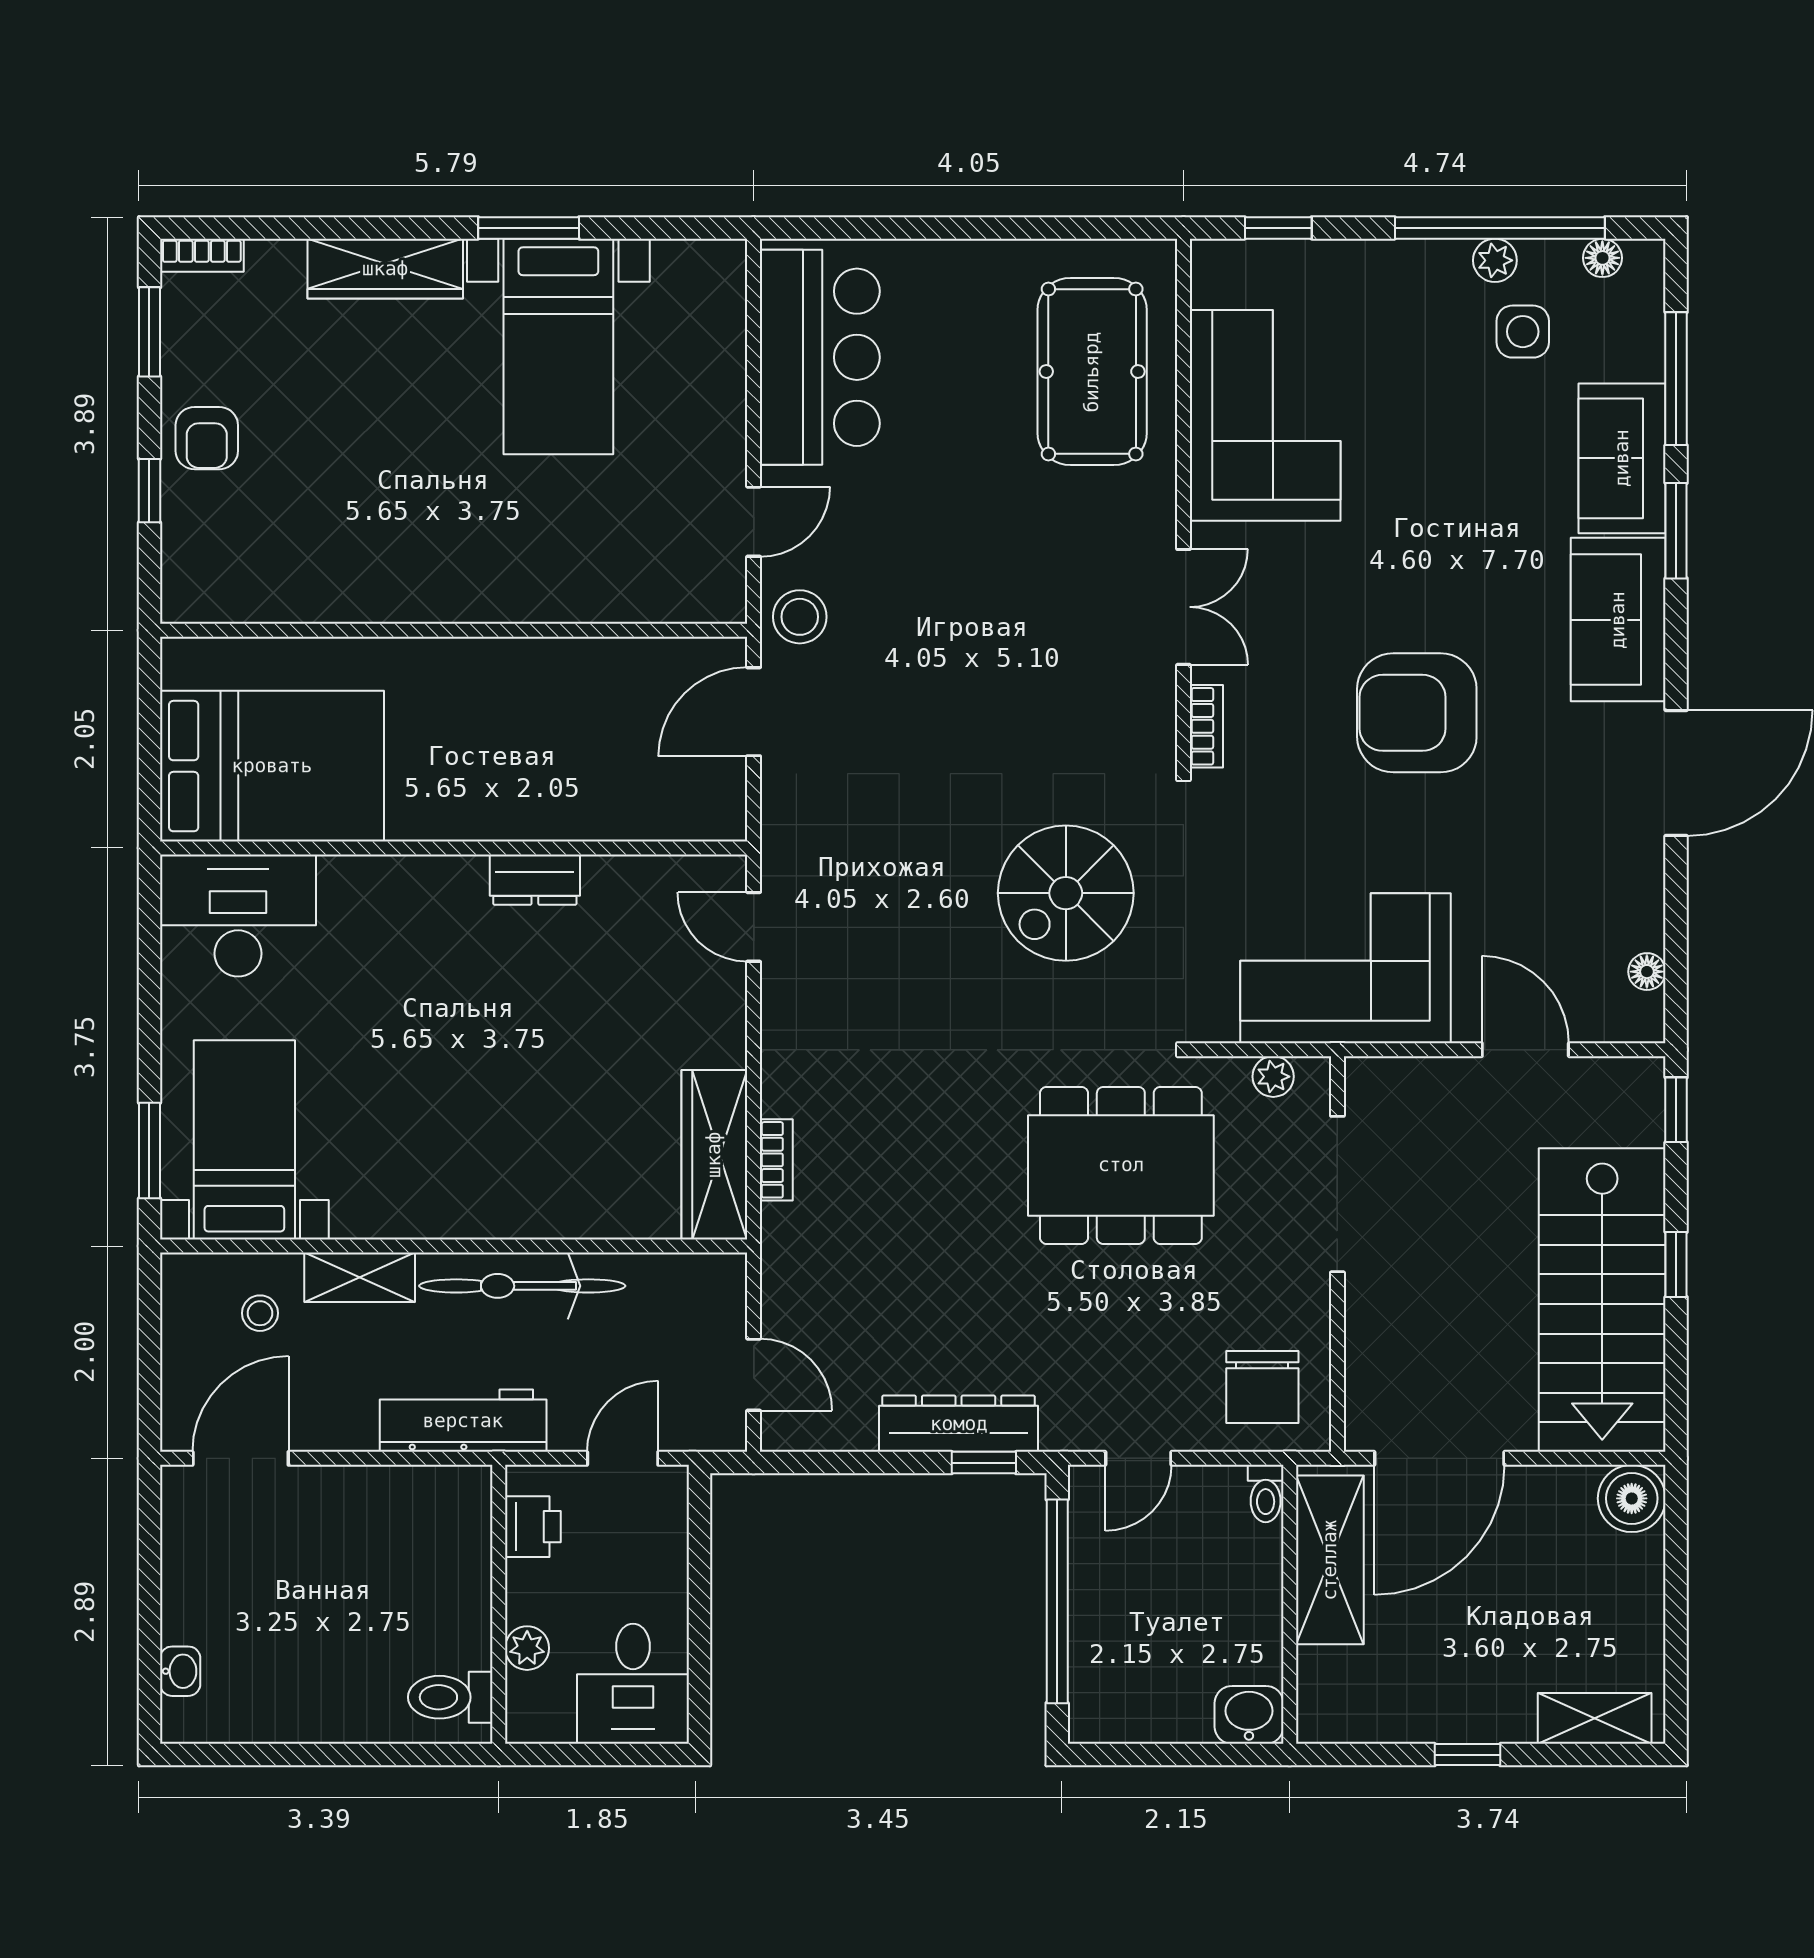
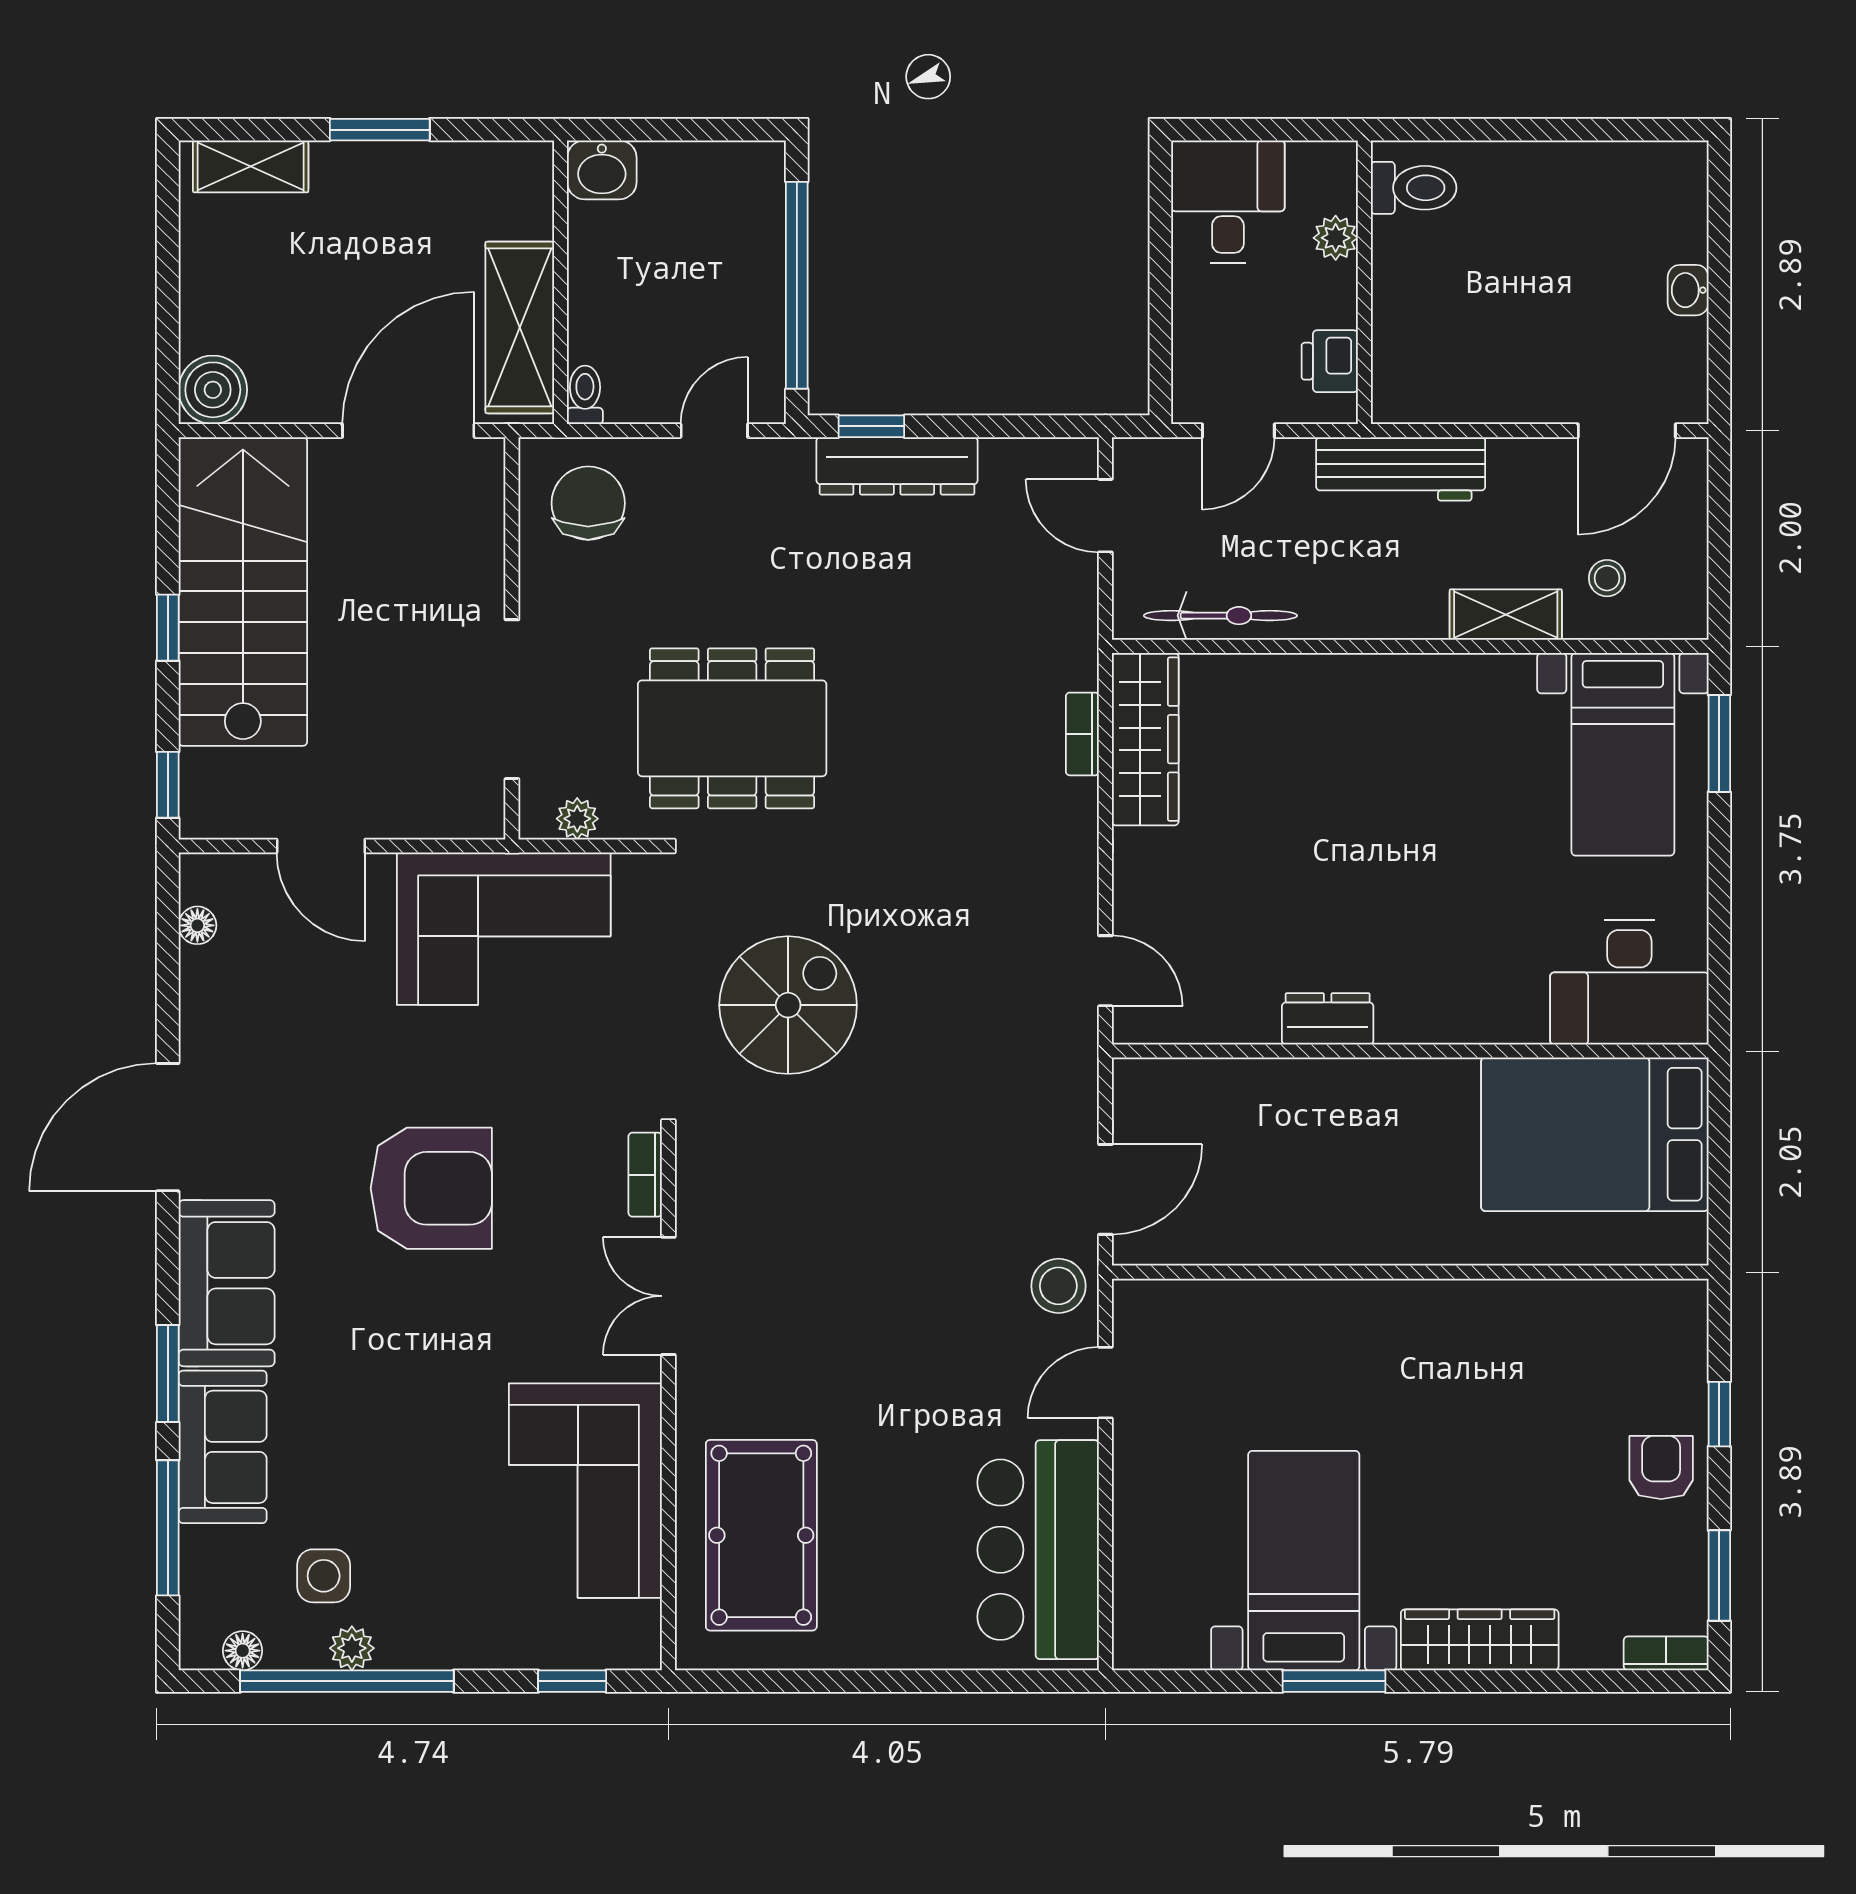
bicycle: (522, 1286) -> (1220, 616), moved, width x0.73, depth x0.71
washbasin: (180, 1671) -> (1688, 290), moved
window: (1468, 1755) -> (380, 130), width x1.50

